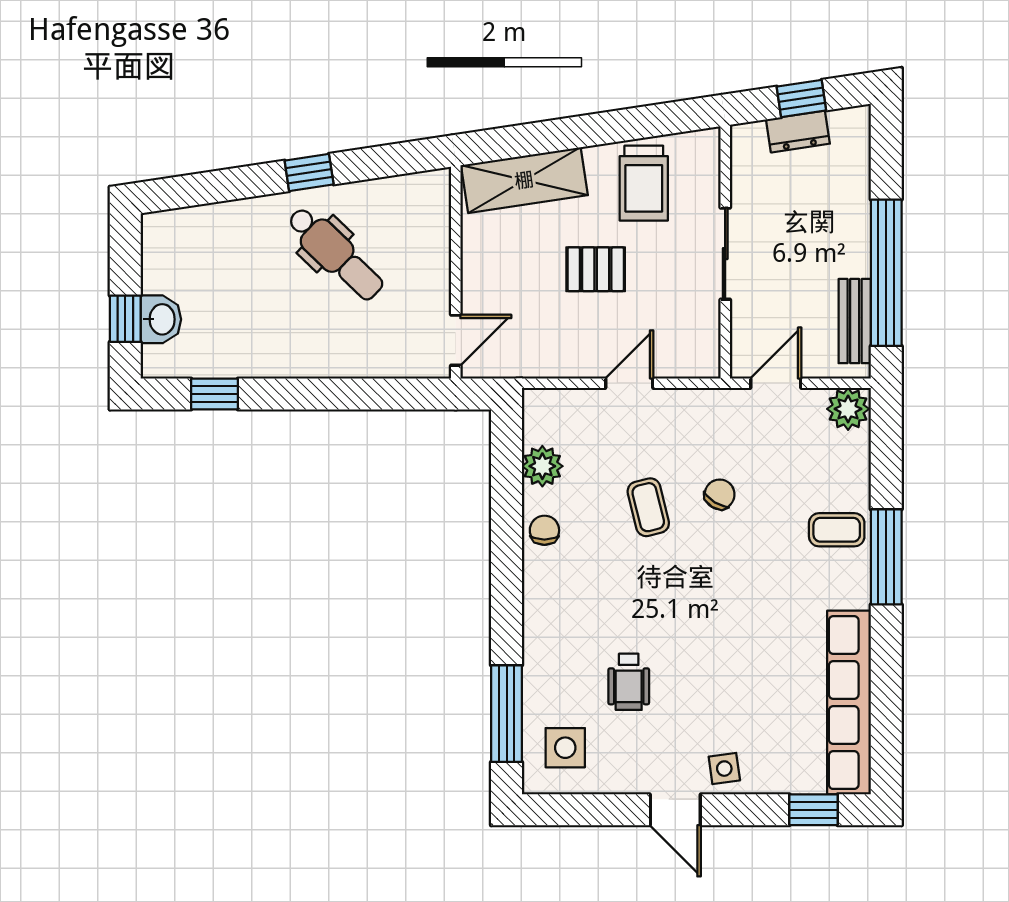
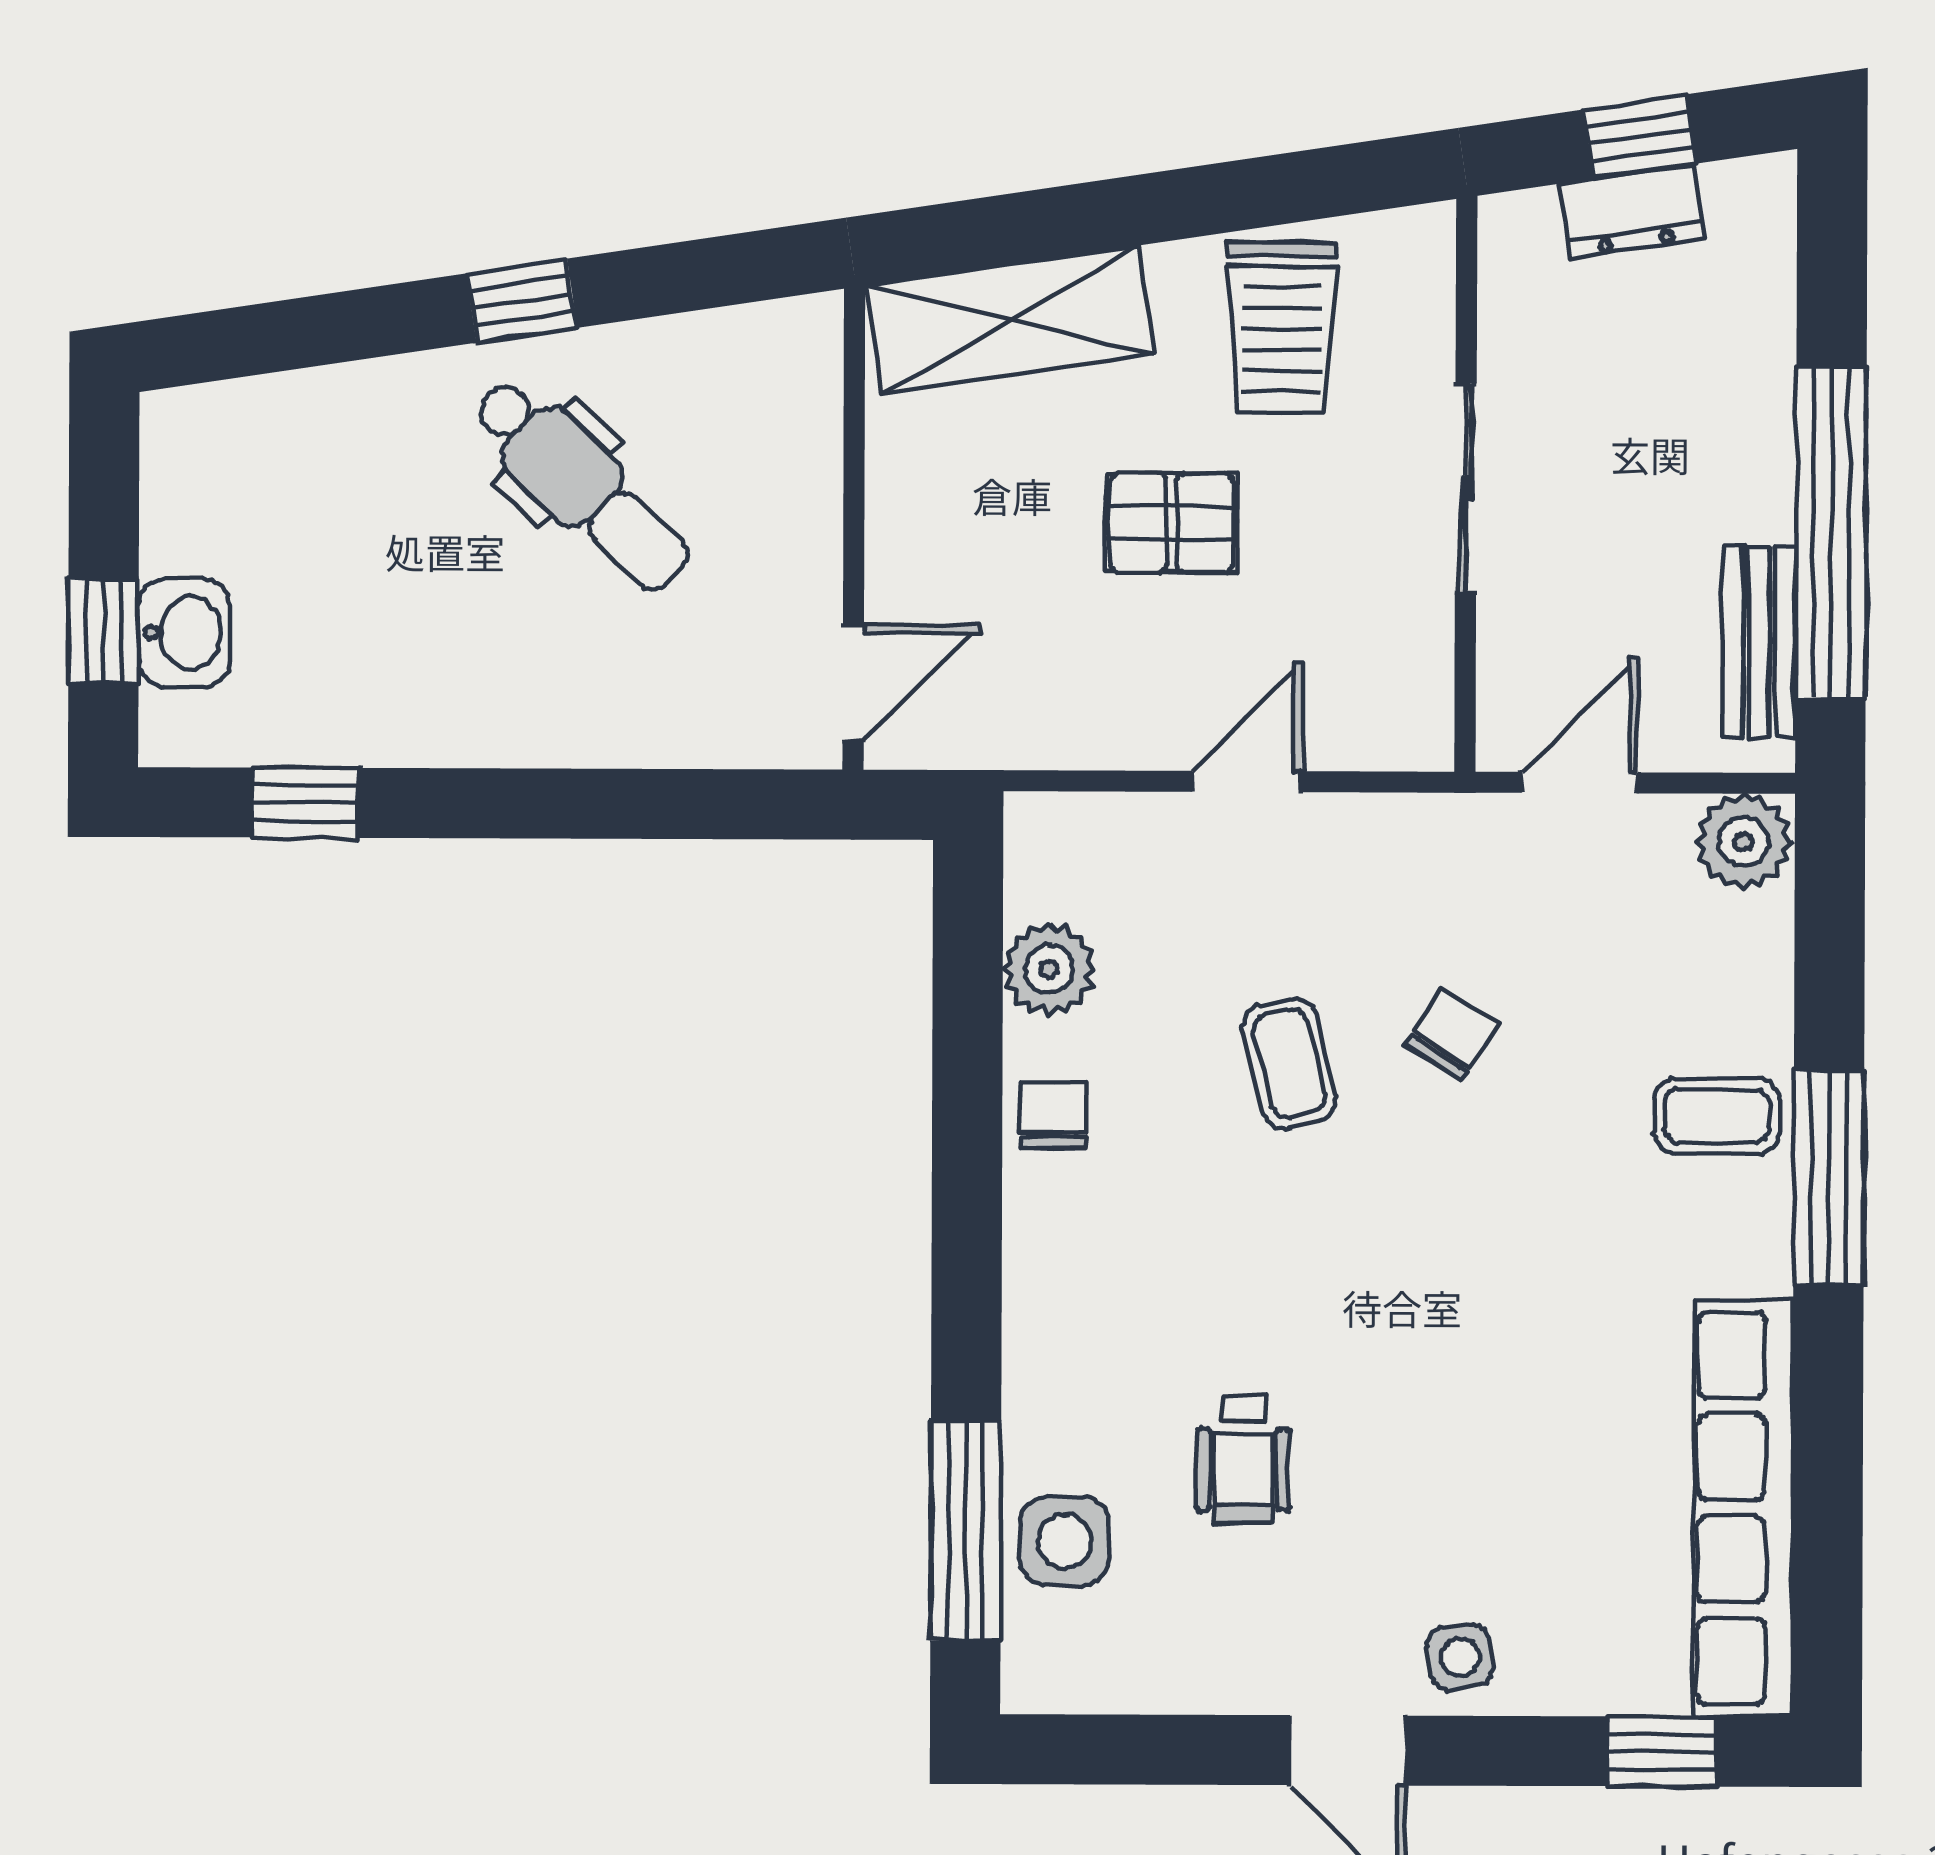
side table: (565, 748) -> (1064, 1541), moved

